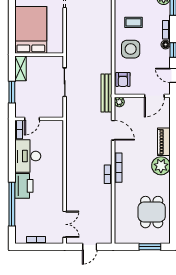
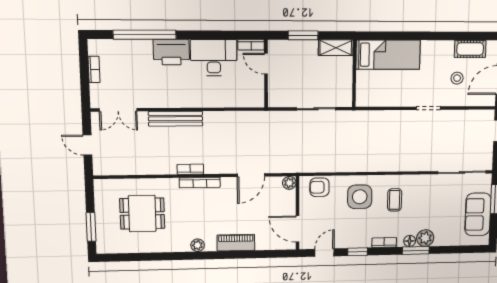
bed: (31, 30) -> (388, 55), width x0.67
floor lamp: (166, 45) -> (410, 241), moved
bench: (107, 93) -> (176, 119), moved
plant: (161, 166) -> (198, 245), width x0.53, depth x0.53
dining table: (152, 212) -> (142, 214), moved

